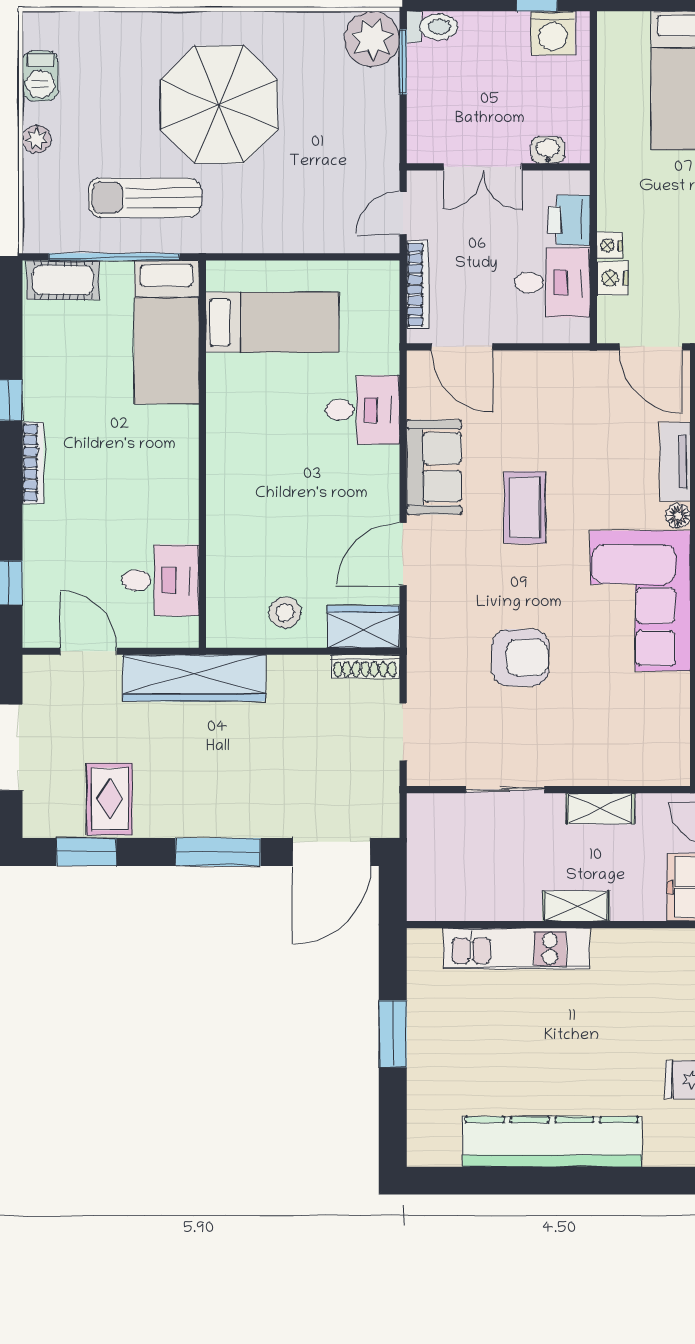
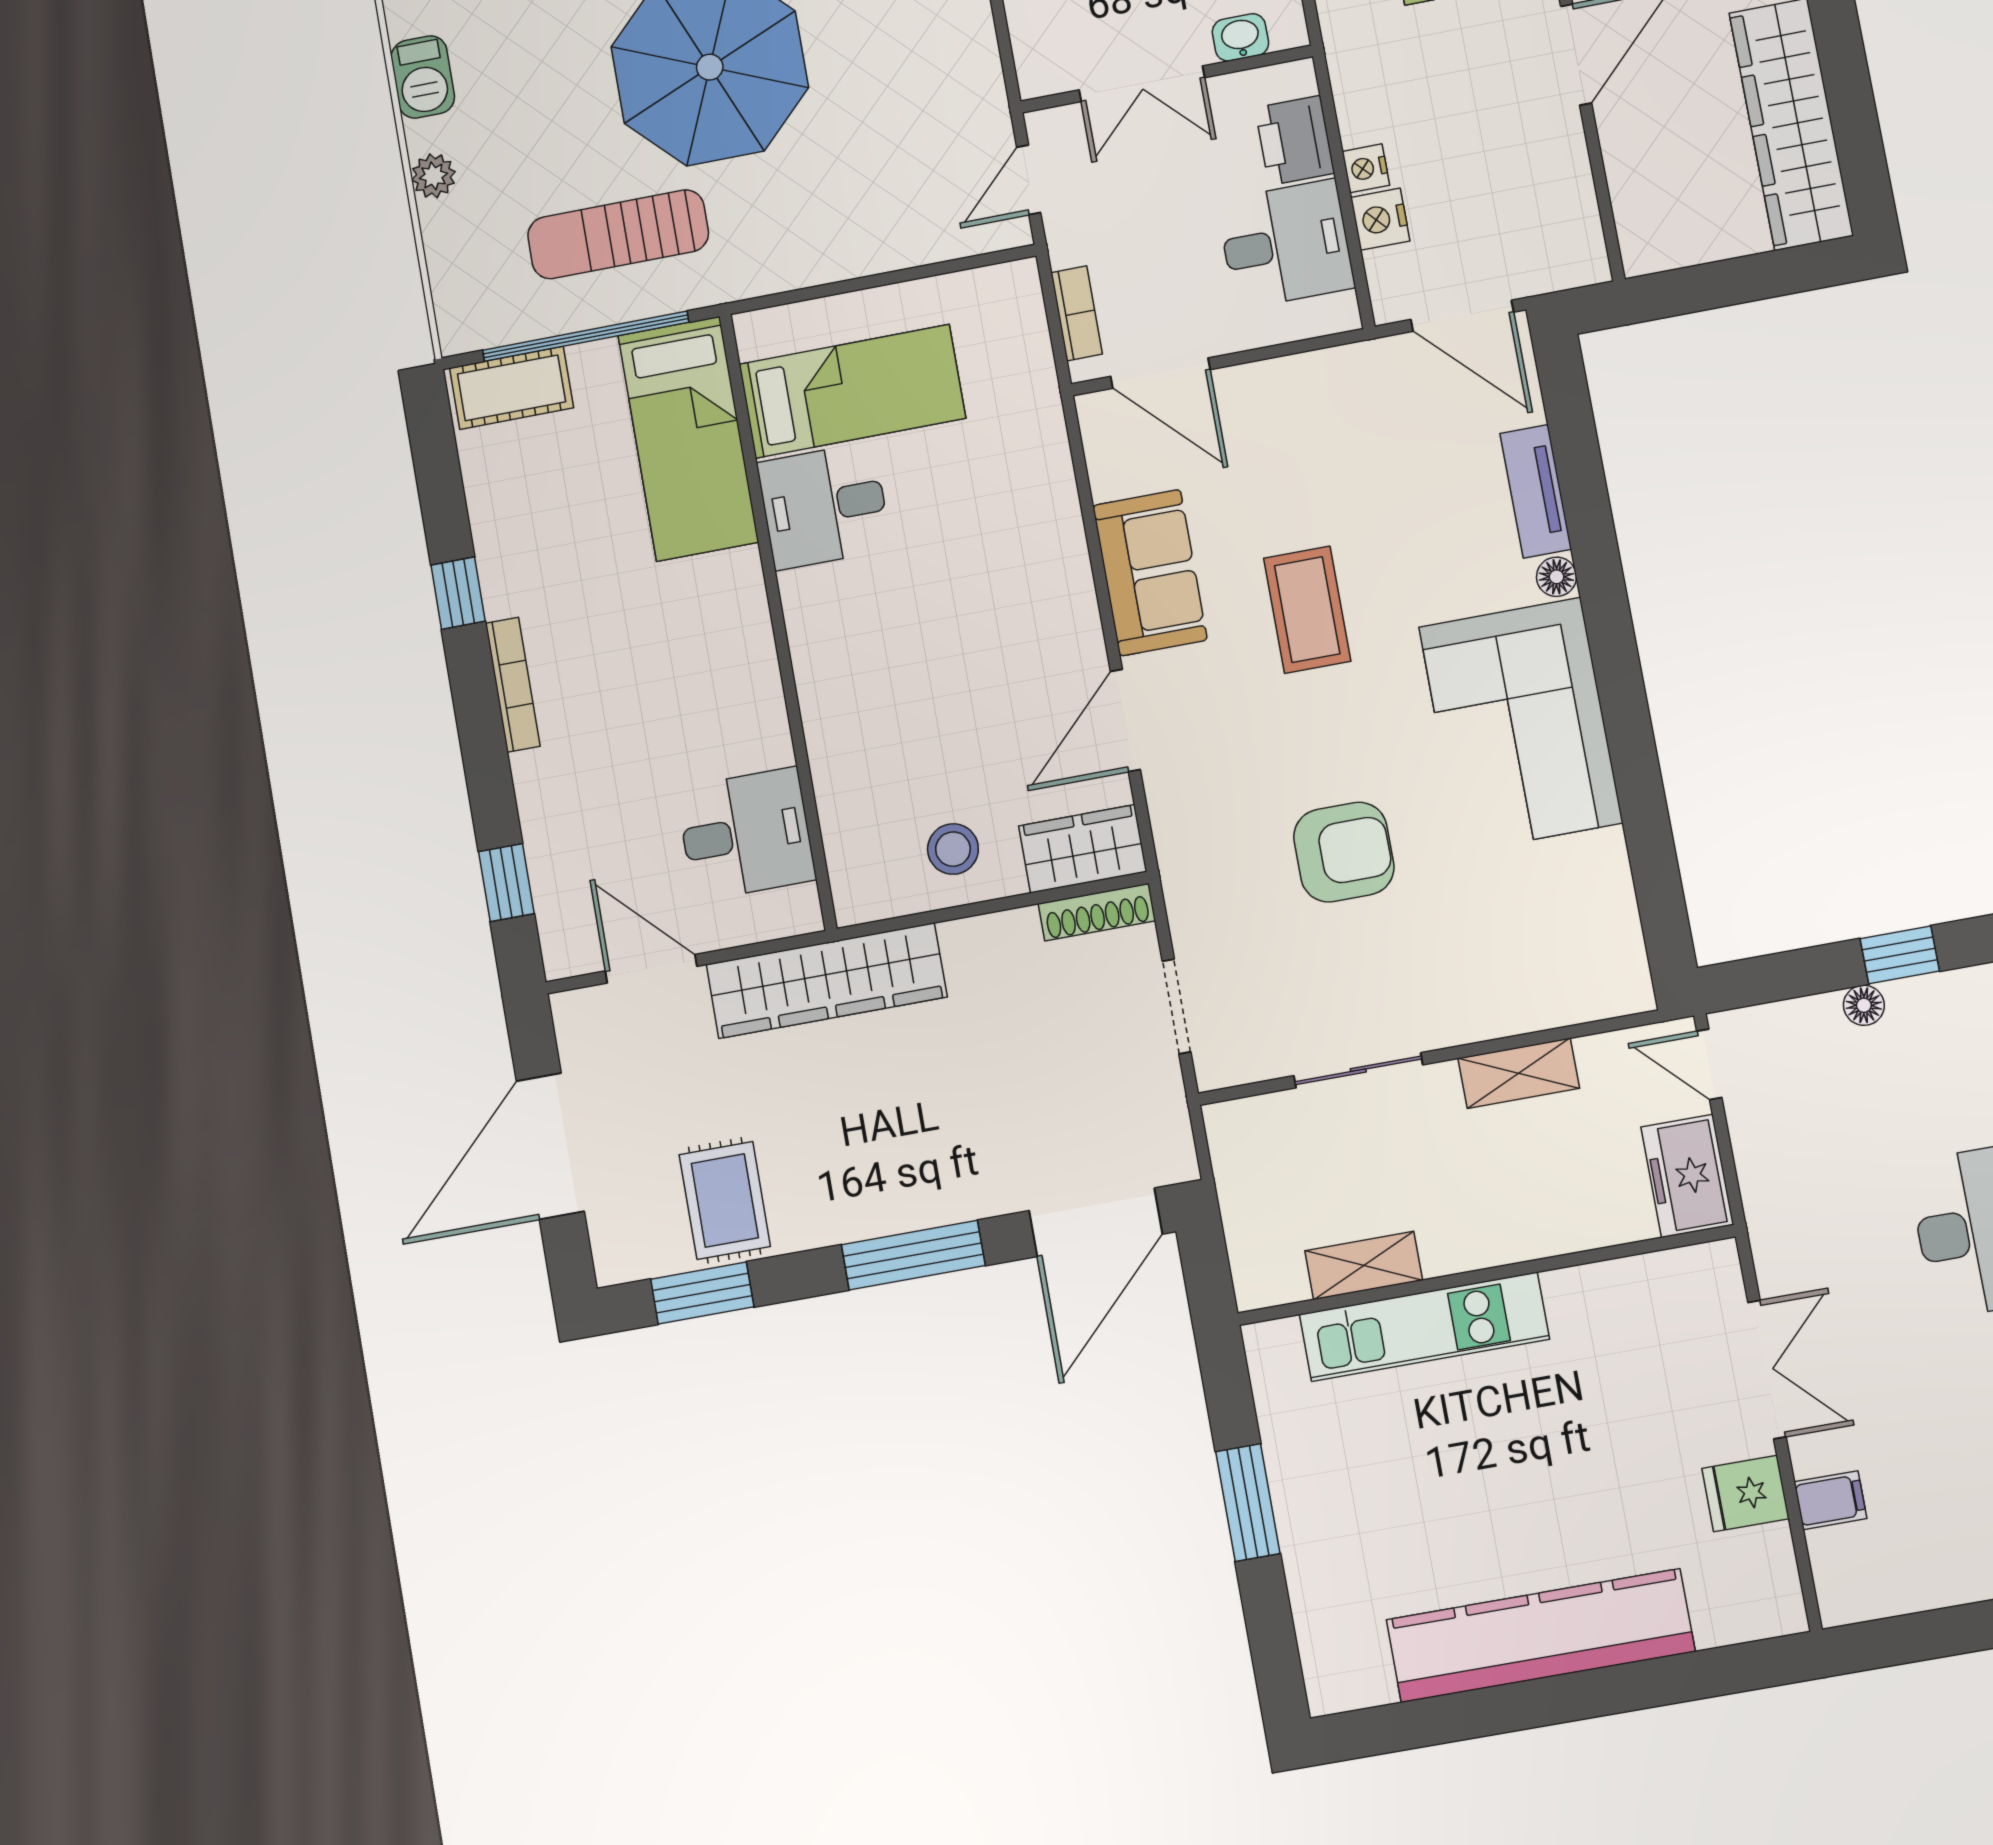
bookcase: (418, 285) -> (1077, 313), width x0.64
desk: (363, 410) -> (824, 506), moved, turned 180
shelving: (576, 906) -> (1364, 1265), moved

